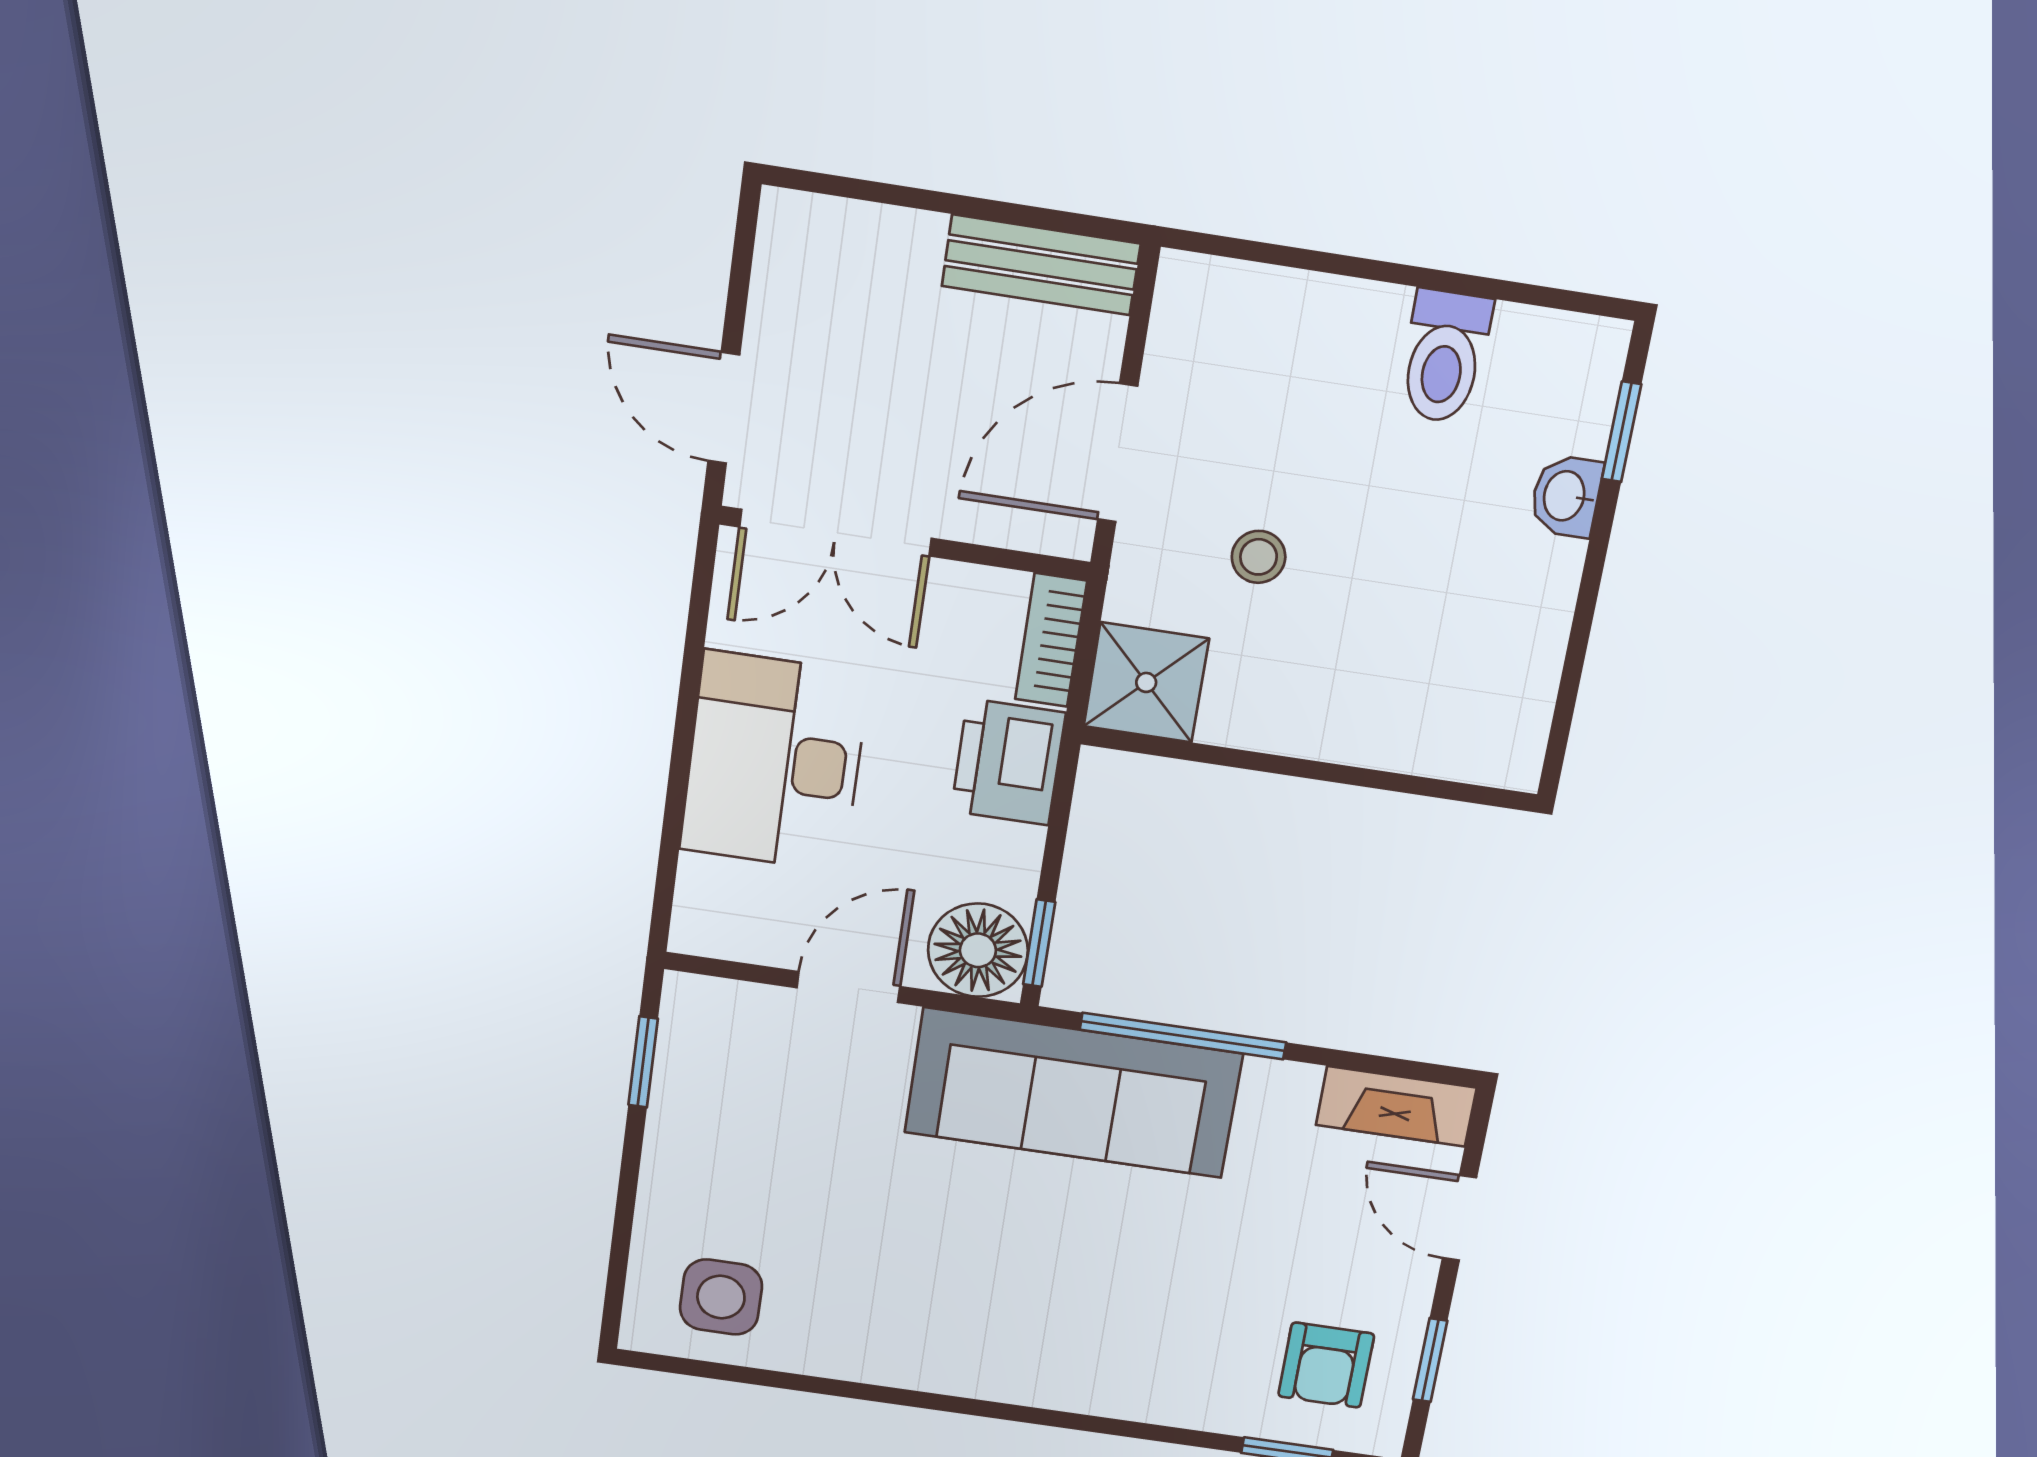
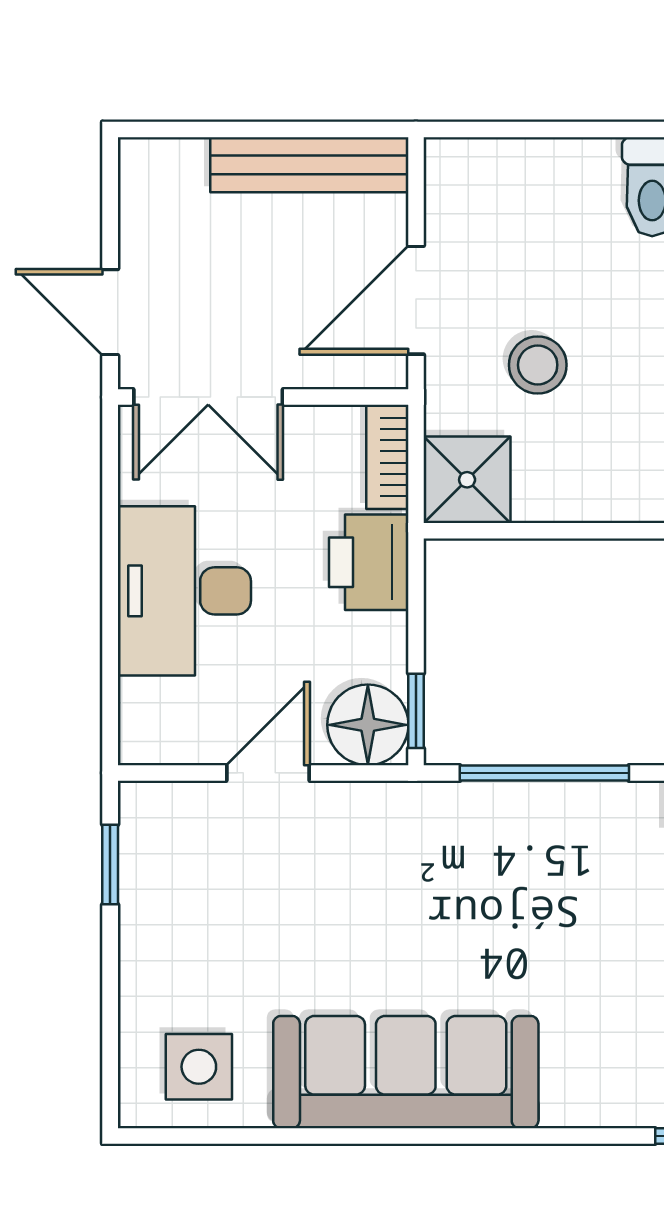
bench: (1041, 265) -> (309, 165), width x1.36
stool: (1259, 557) -> (538, 365), width x1.37, depth x1.37
sofa: (1073, 1093) -> (406, 1072), moved, turned 180

